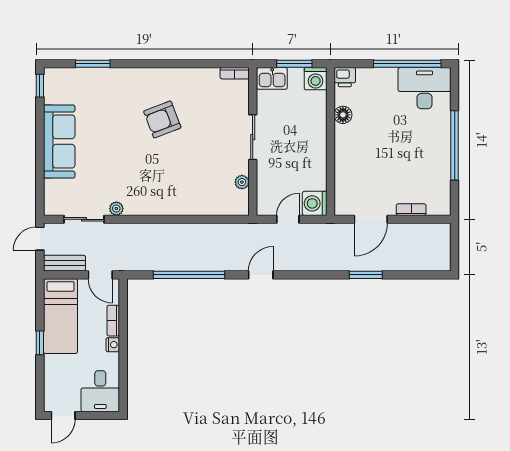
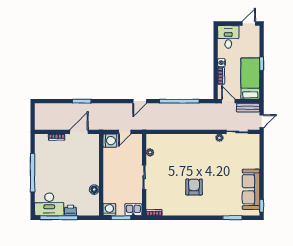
printer: (345, 77) -> (70, 210), moved
armchair: (162, 119) -> (194, 187), turned -69
sofa: (59, 142) -> (251, 189), moved

